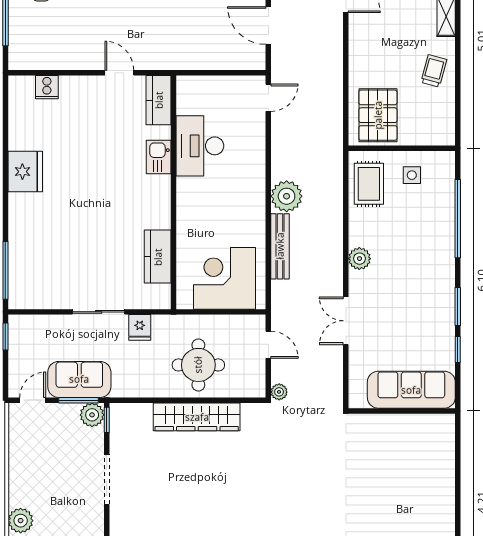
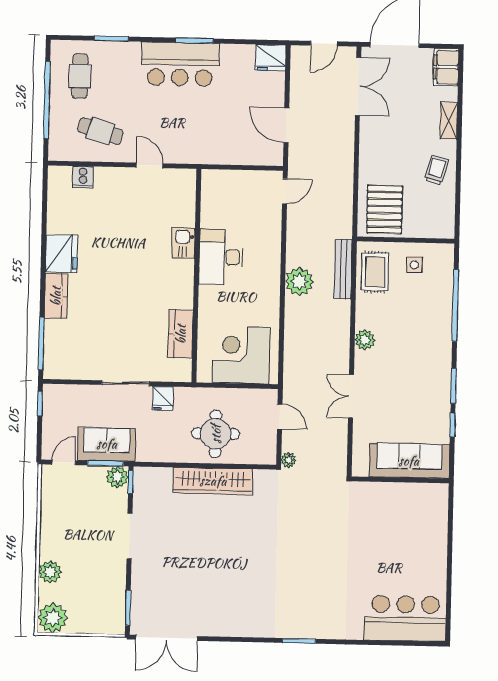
cafe table: (65, 36) -> (100, 131), added
kitchen counter: (159, 100) -> (56, 296), moved, turned 180
desk: (200, 146) -> (221, 257), moved
bench: (280, 246) -> (343, 269), moved

